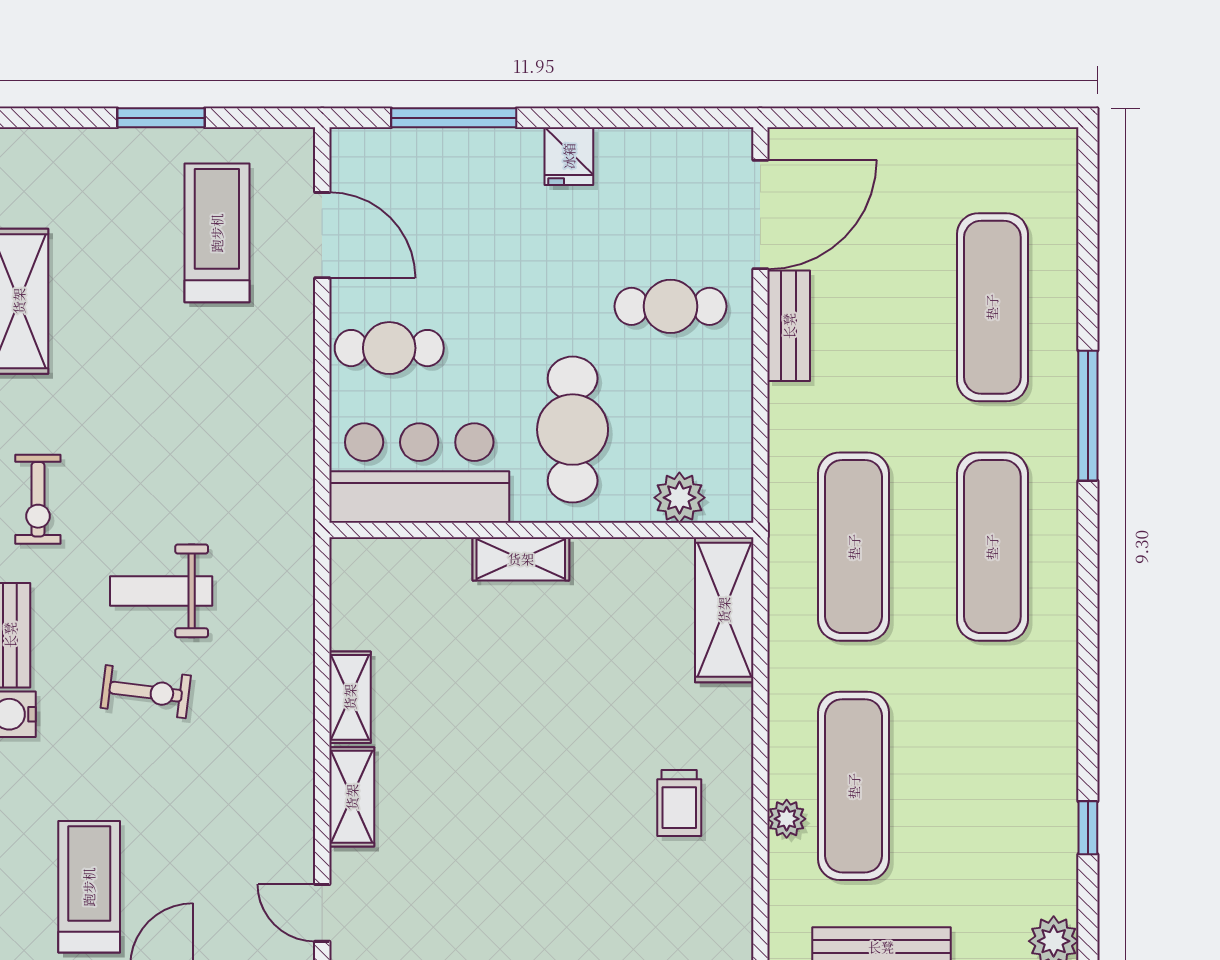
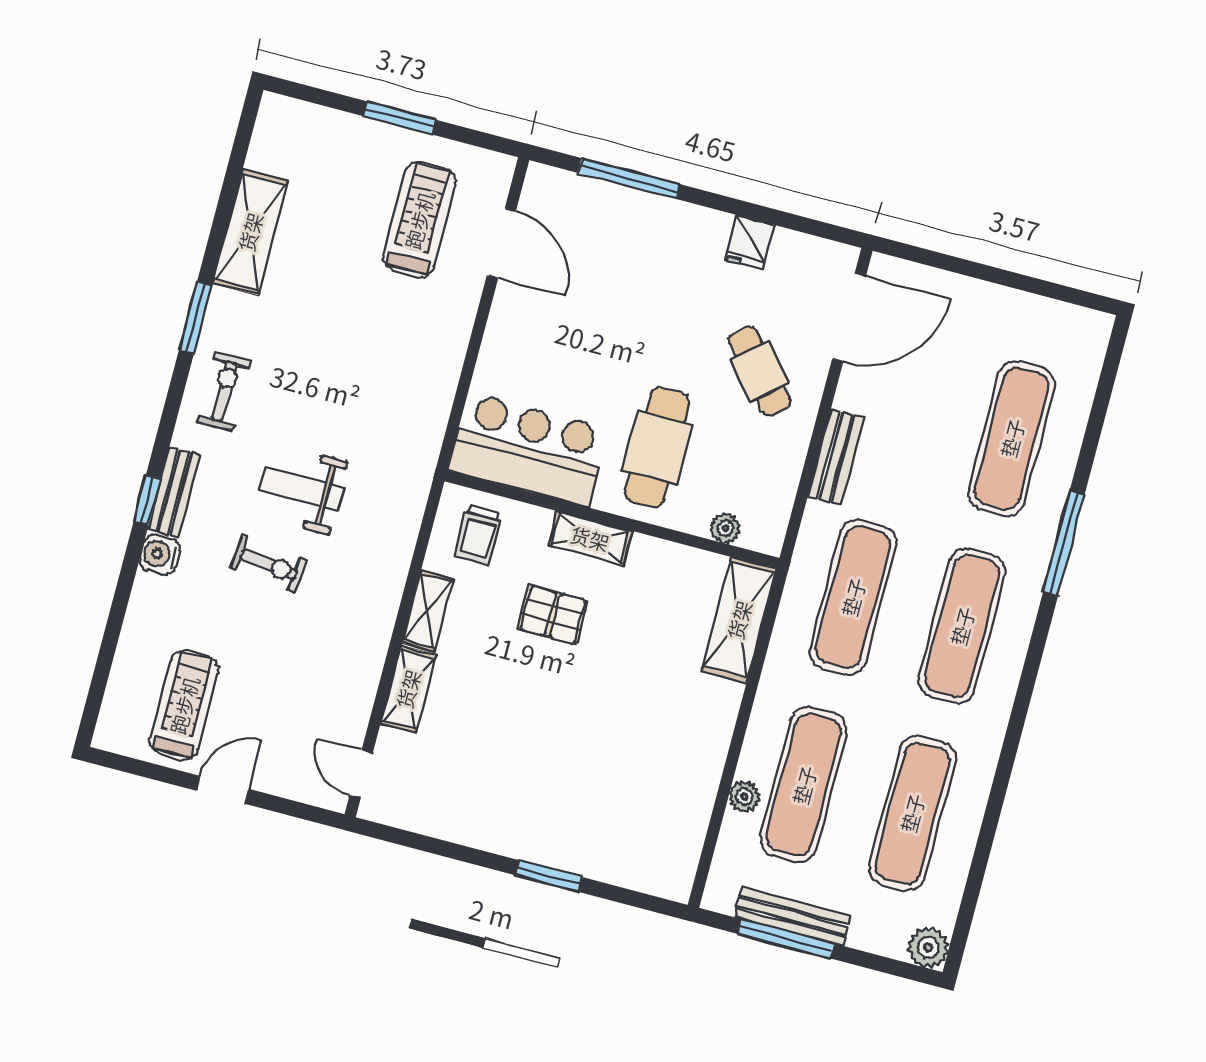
fridge: (569, 156) -> (749, 242), moved
cafe table: (670, 306) -> (759, 371), turned 49
bench: (789, 326) -> (836, 457), moved
cafe table: (389, 348) -> (531, 346), removed
plant: (679, 498) -> (726, 528), width x0.73, depth x0.73
exercise bike: (38, 499) -> (224, 391), turned 180
pallet: (501, 662) -> (553, 615), added
exercise mat: (992, 786) -> (912, 813), added
trolley: (679, 803) -> (478, 535), moved
window: (1088, 828) -> (979, 866), removed

